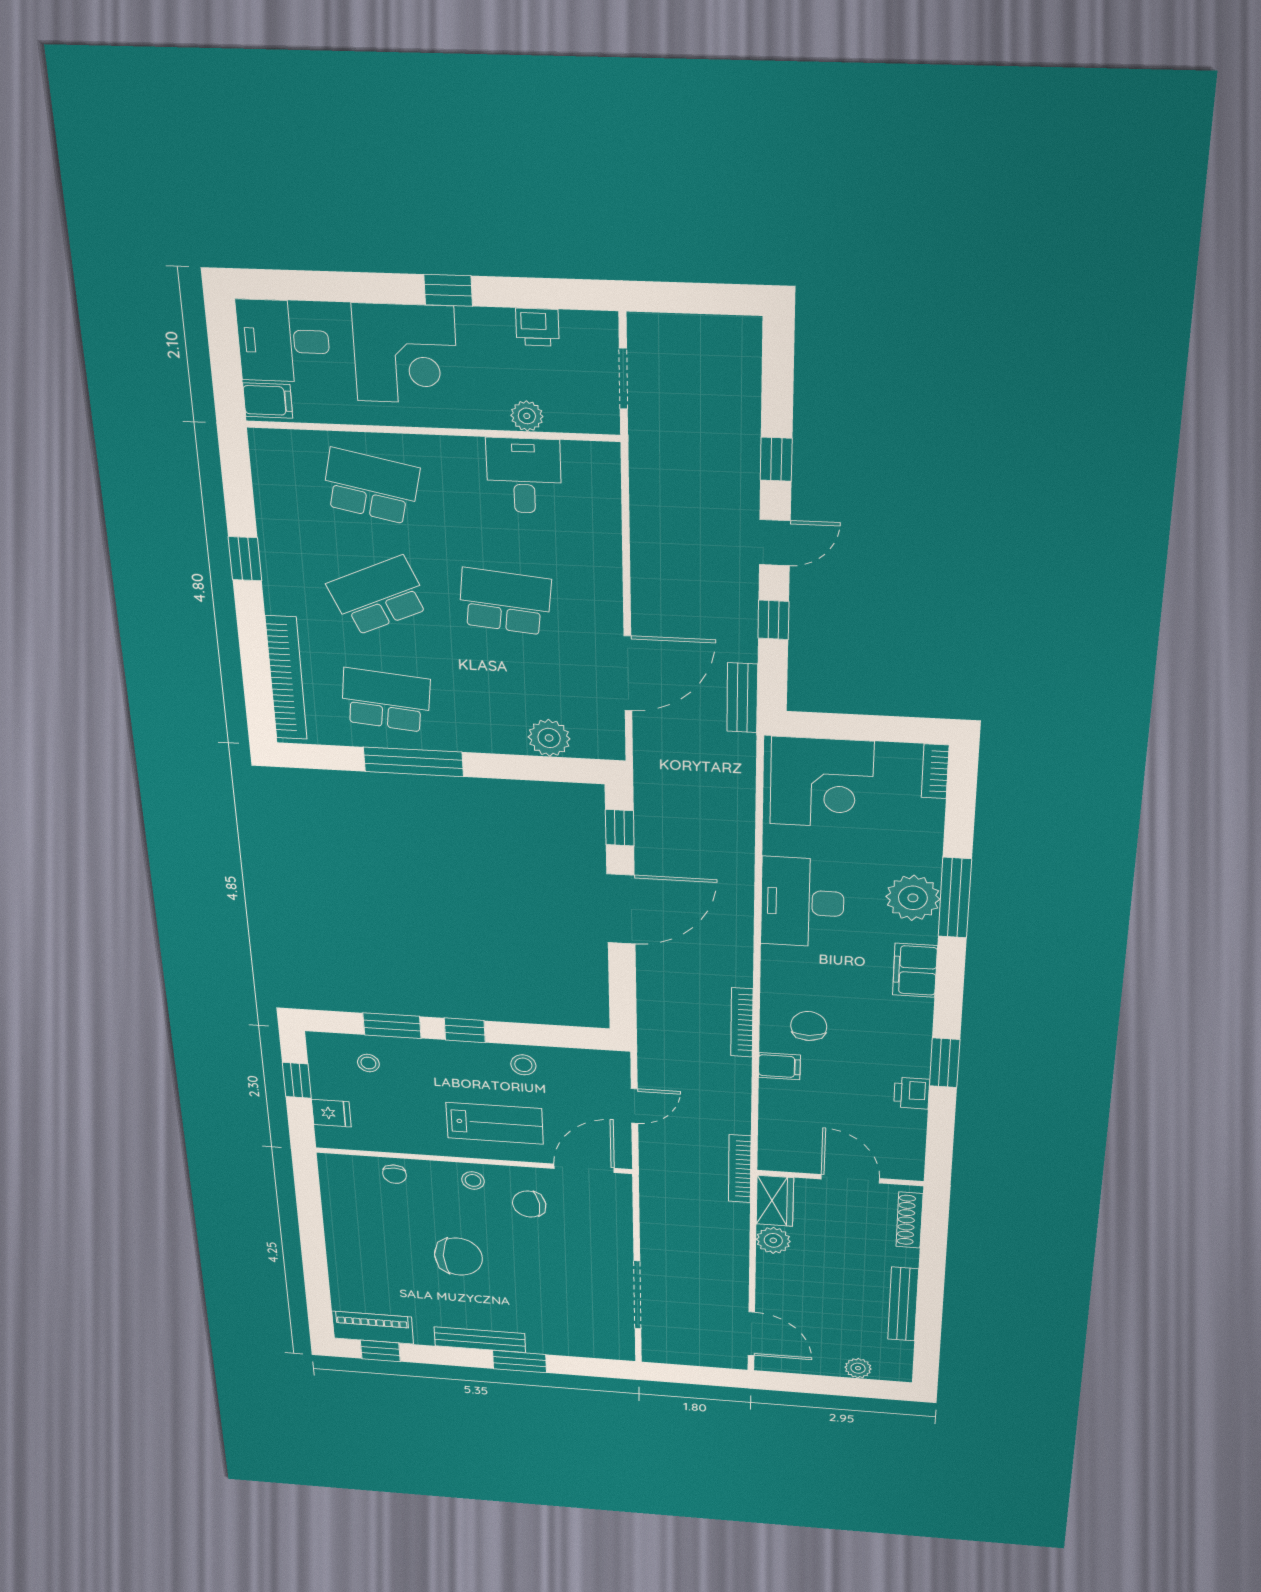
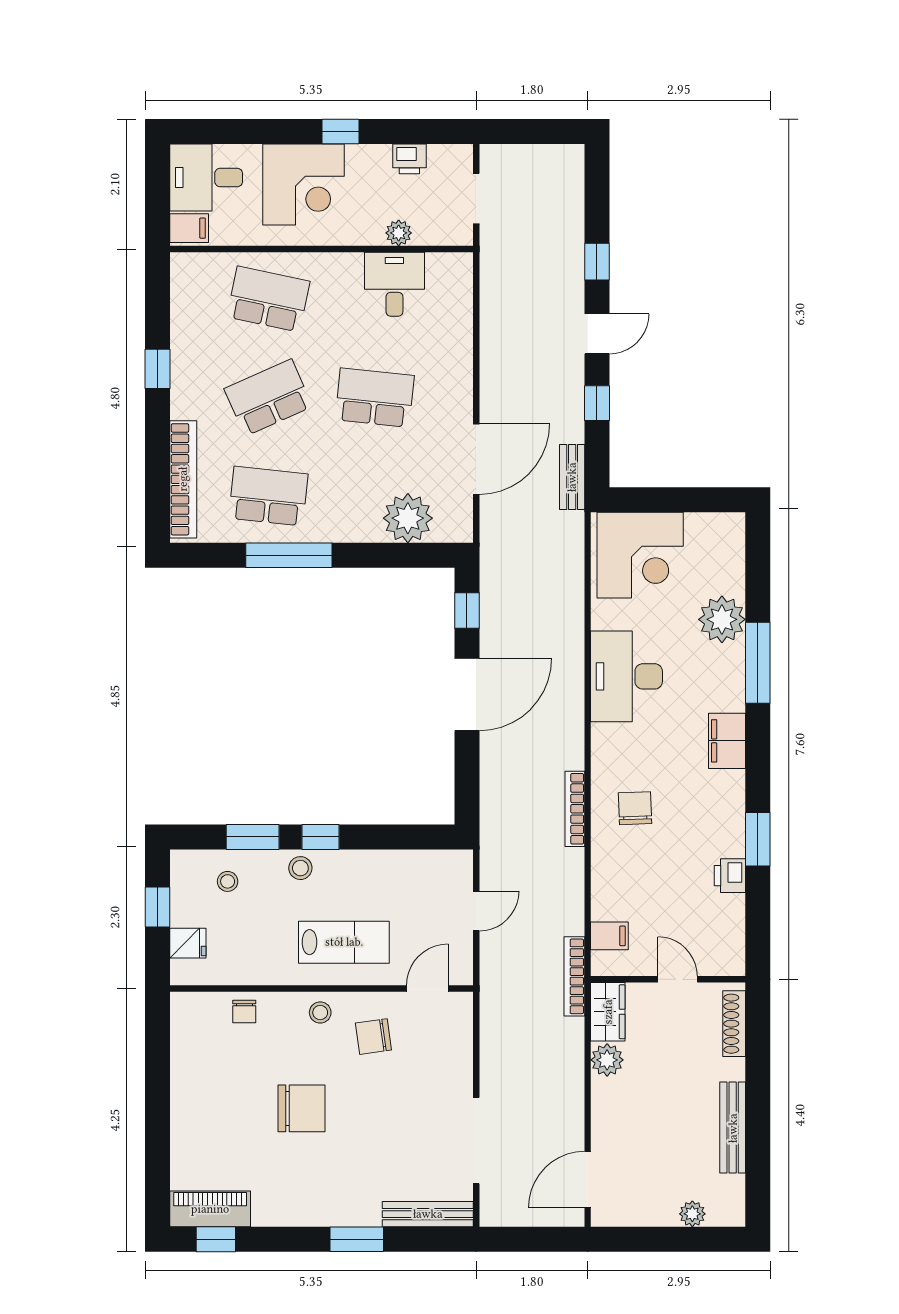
plant: (549, 738) -> (408, 518), width x1.36, depth x1.36
bookcase: (935, 771) -> (735, 538), removed
plant: (913, 898) -> (722, 619), moved
stool: (523, 1065) -> (300, 868), moved
filing cabinet: (779, 1066) -> (609, 936), moved
door: (584, 1168) -> (427, 989), width x0.73
door: (850, 1179) -> (678, 979), width x0.73
door: (751, 1334) -> (588, 1180), swing flipped
bench: (480, 1340) -> (428, 1214), moved

